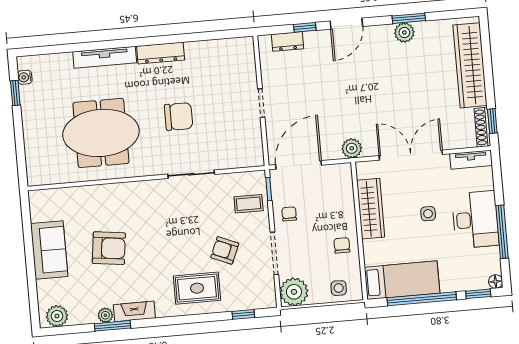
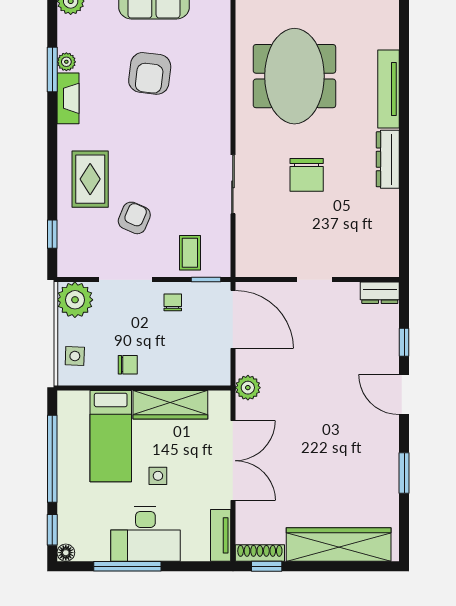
plant: (404, 33) -> (387, 466), removed
dresser: (287, 41) -> (380, 293), moved, turned -90
chair: (289, 214) -> (173, 302), turned -90
bed: (402, 280) -> (111, 436), moved

